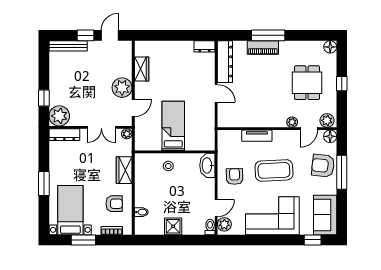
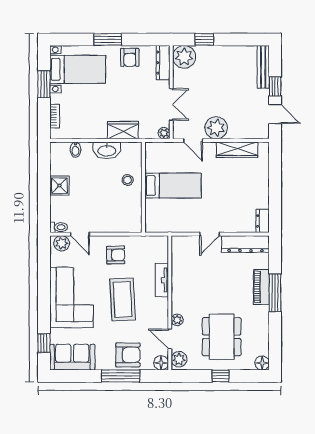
wardrobe: (142, 69) -> (237, 150), width x1.50
dining table: (307, 83) -> (222, 337), width x1.37
double door: (101, 127) -> (171, 104), swing flipped
washbasin: (207, 165) -> (107, 150), moved, turned 180
armchair: (323, 166) -> (128, 355), turned 84
armchair: (114, 204) -> (130, 57), moved

